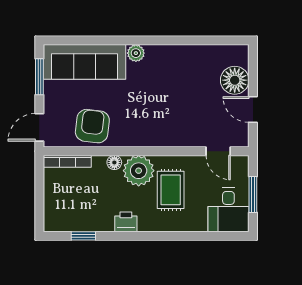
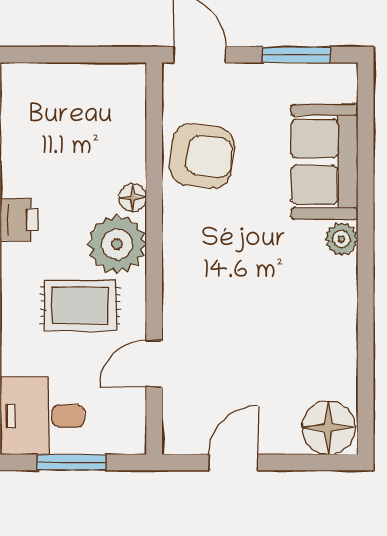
sofa: (85, 62) -> (325, 162), width x0.73
floor lamp: (235, 80) -> (329, 428), moved
door: (218, 151) -> (154, 364), moved
bookcase: (67, 161) -> (135, 108), removed

